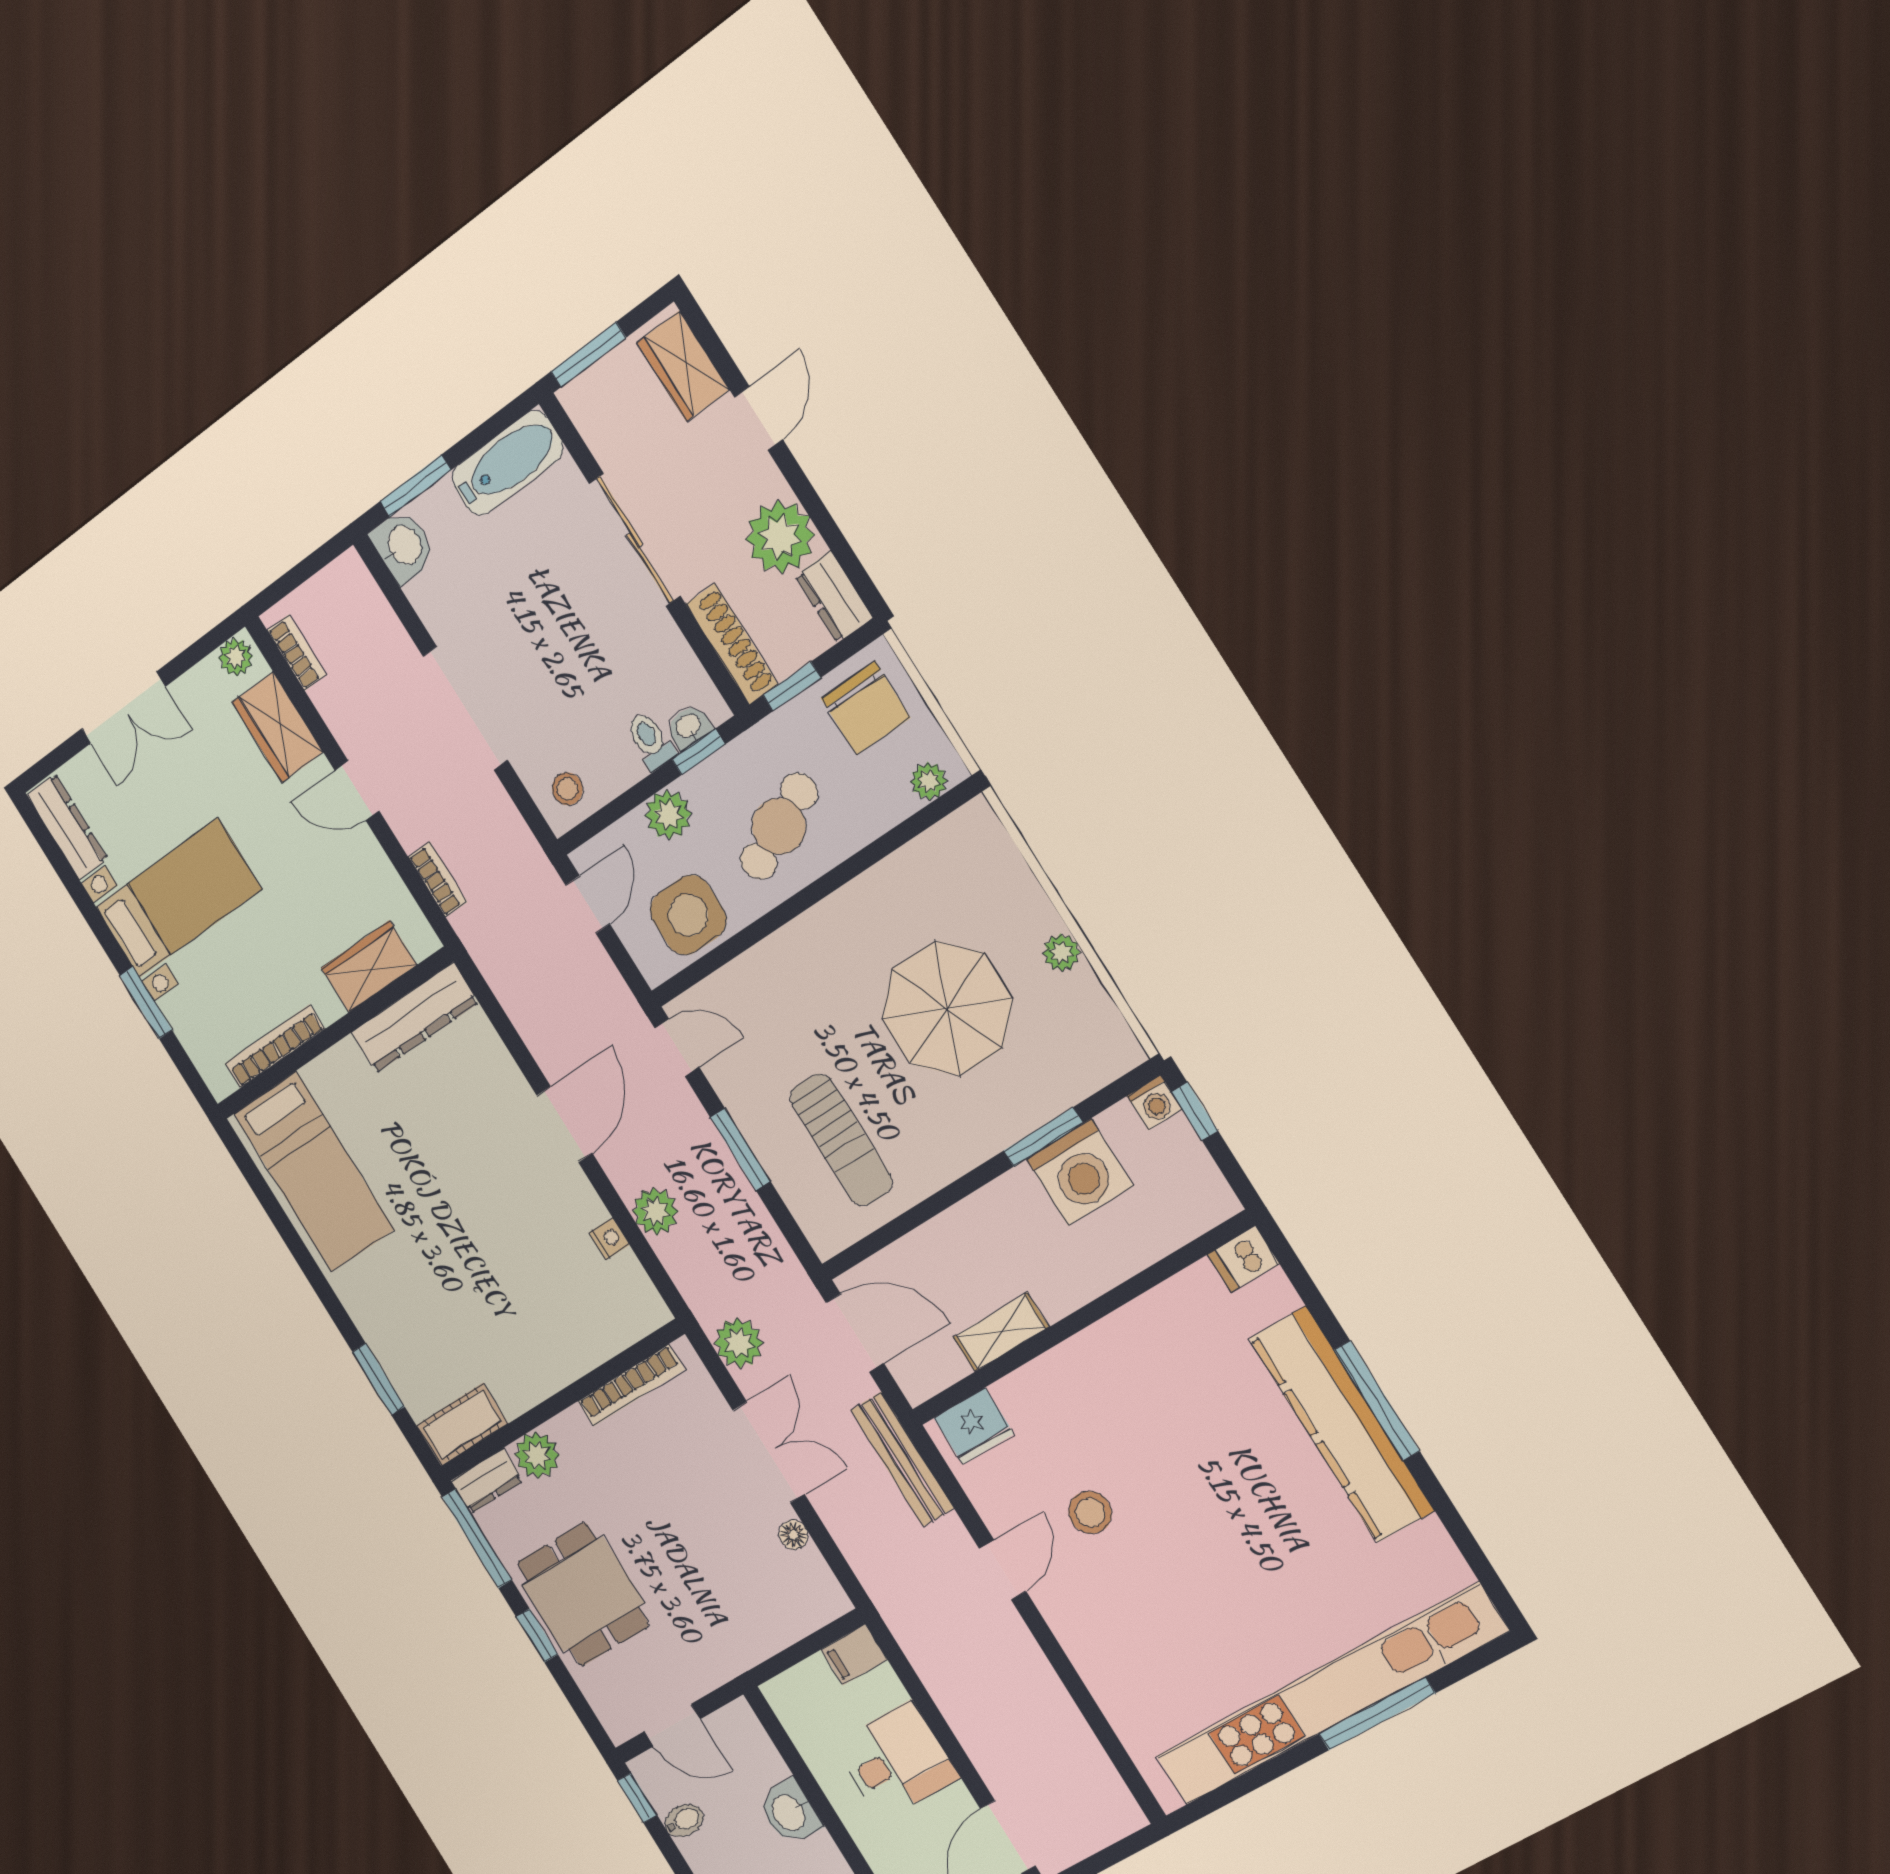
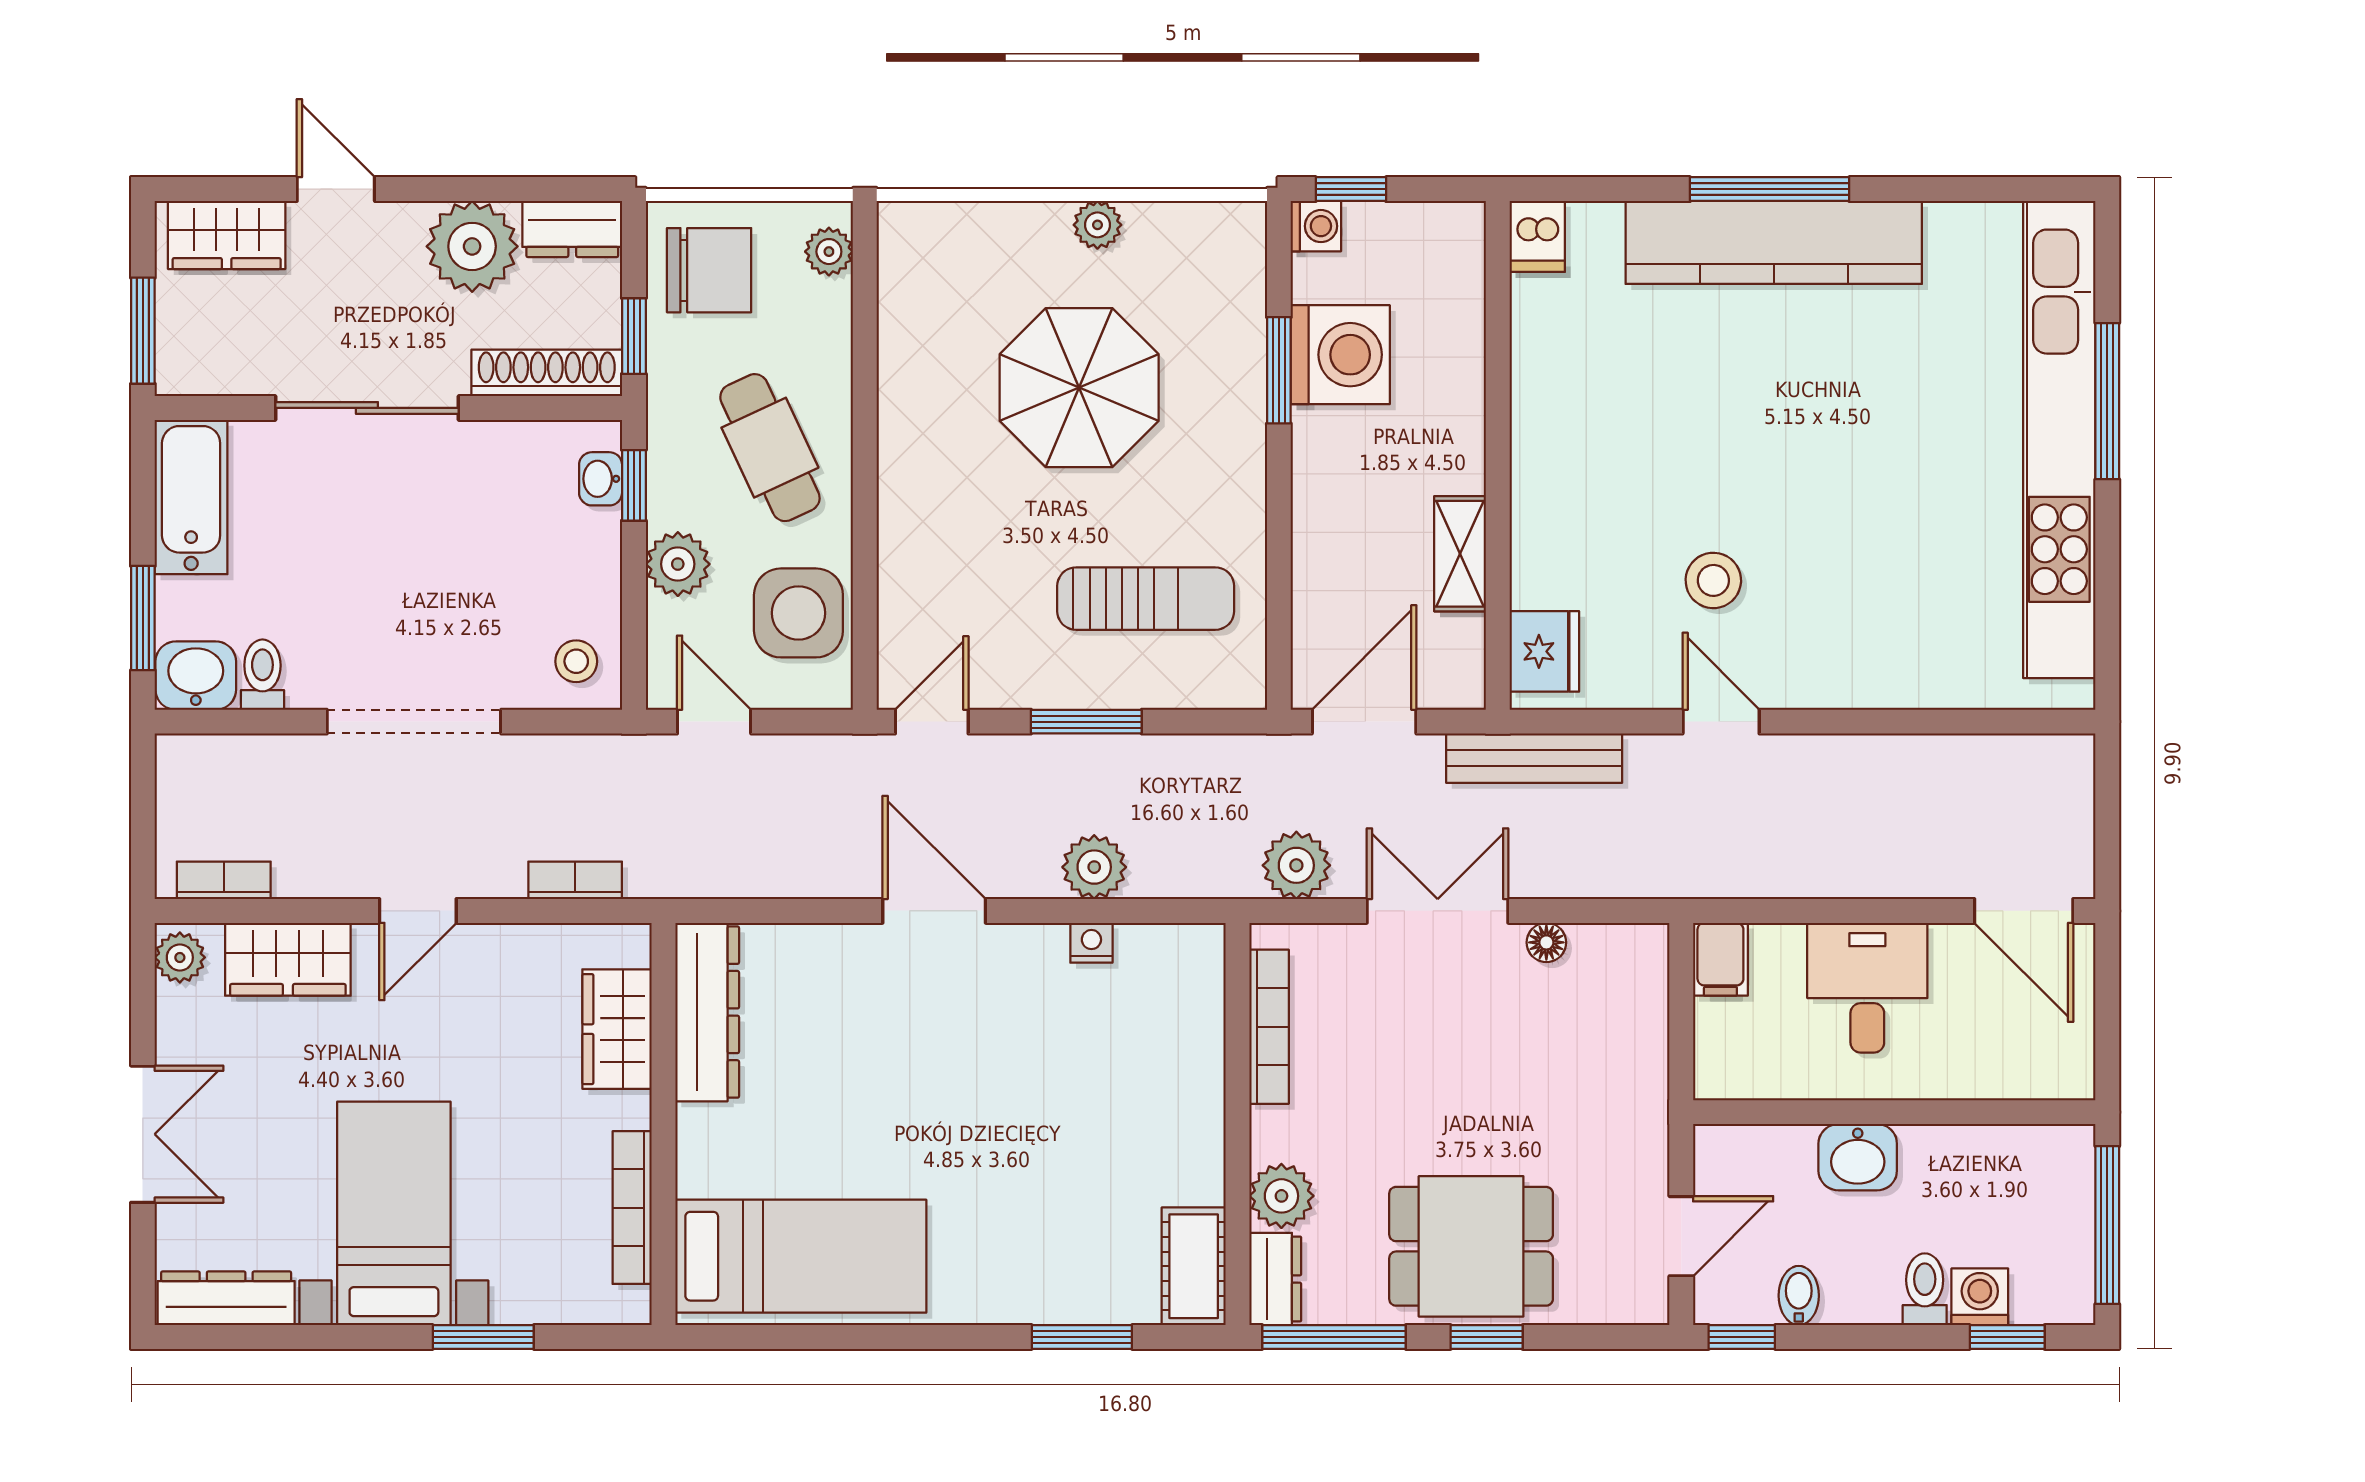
toilet: (650, 741) -> (262, 675), moved, turned 90

